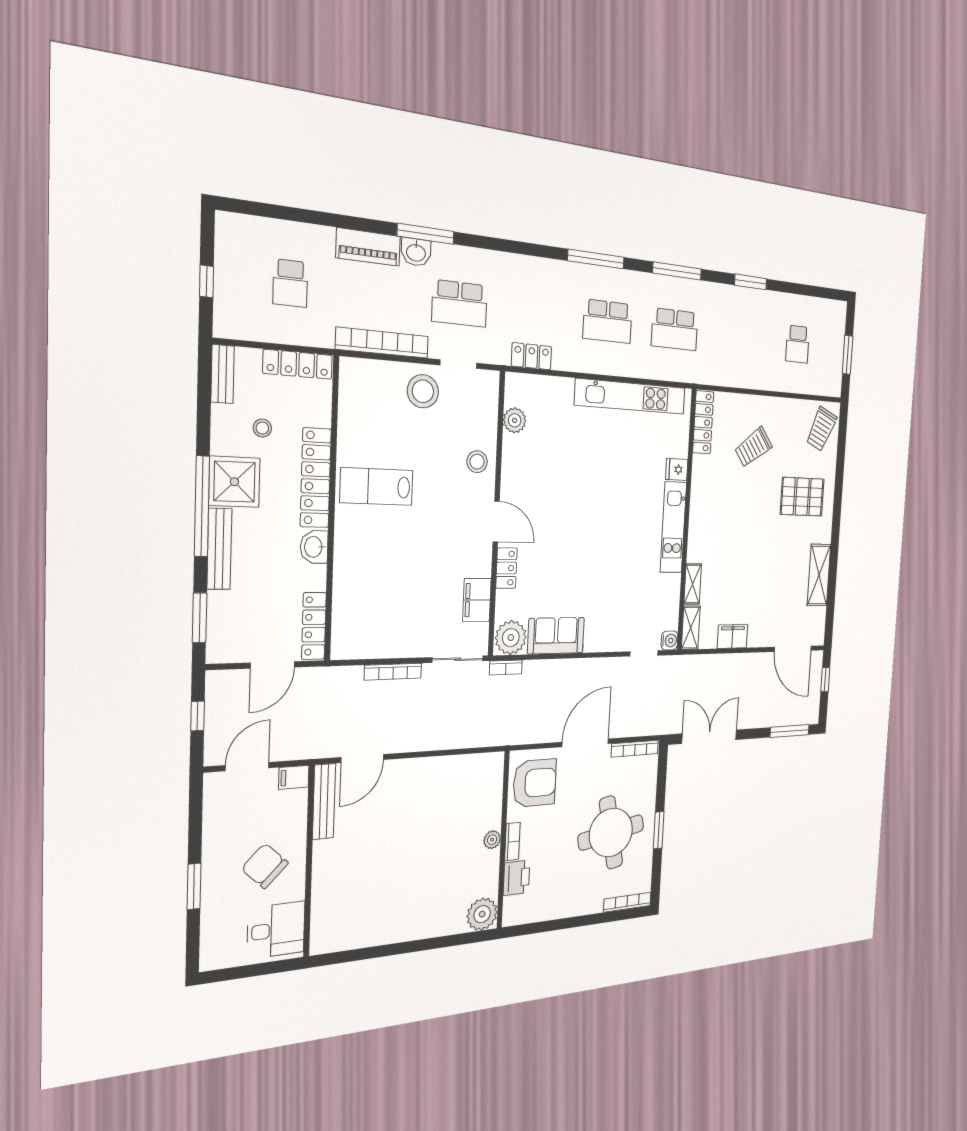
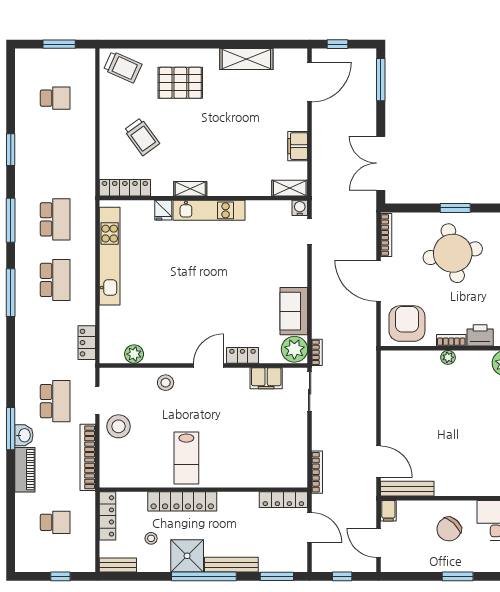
pallet: (802, 497) -> (180, 83), turned 90
washbasin: (314, 547) -> (229, 501), removed
shelving: (693, 584) -> (190, 189), moved
bookcase: (393, 672) -> (317, 472), moved

